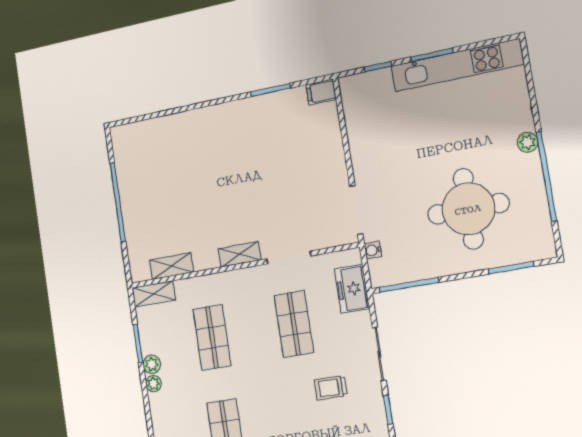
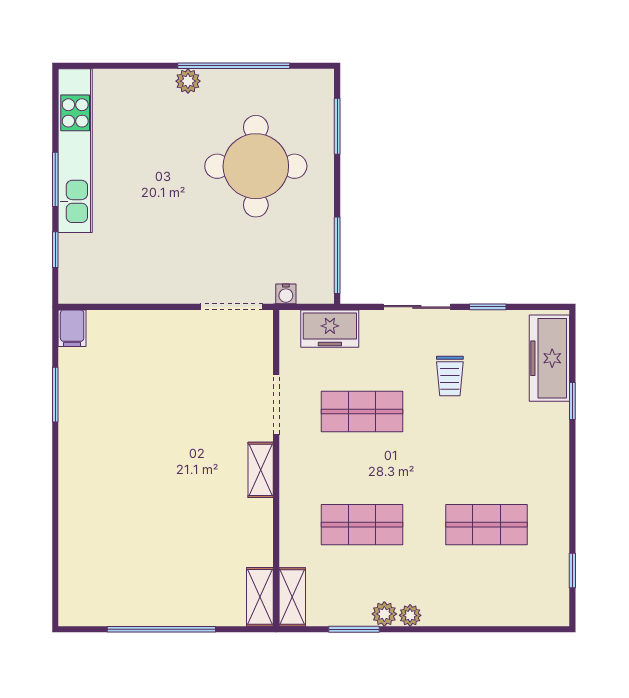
shelving: (172, 266) -> (260, 597), moved

